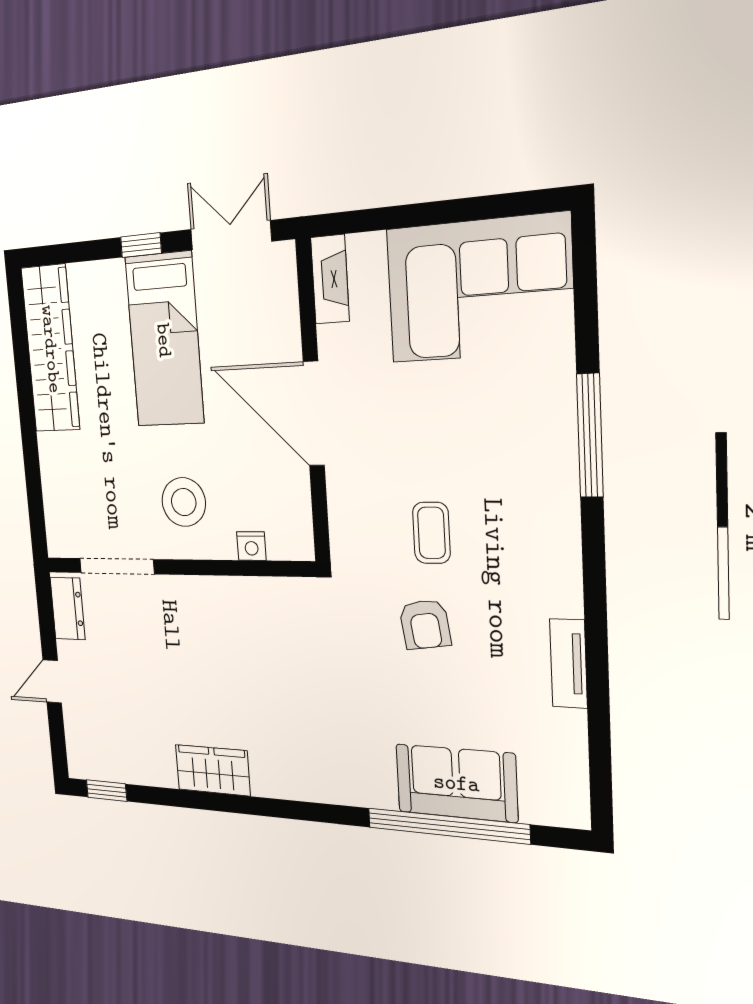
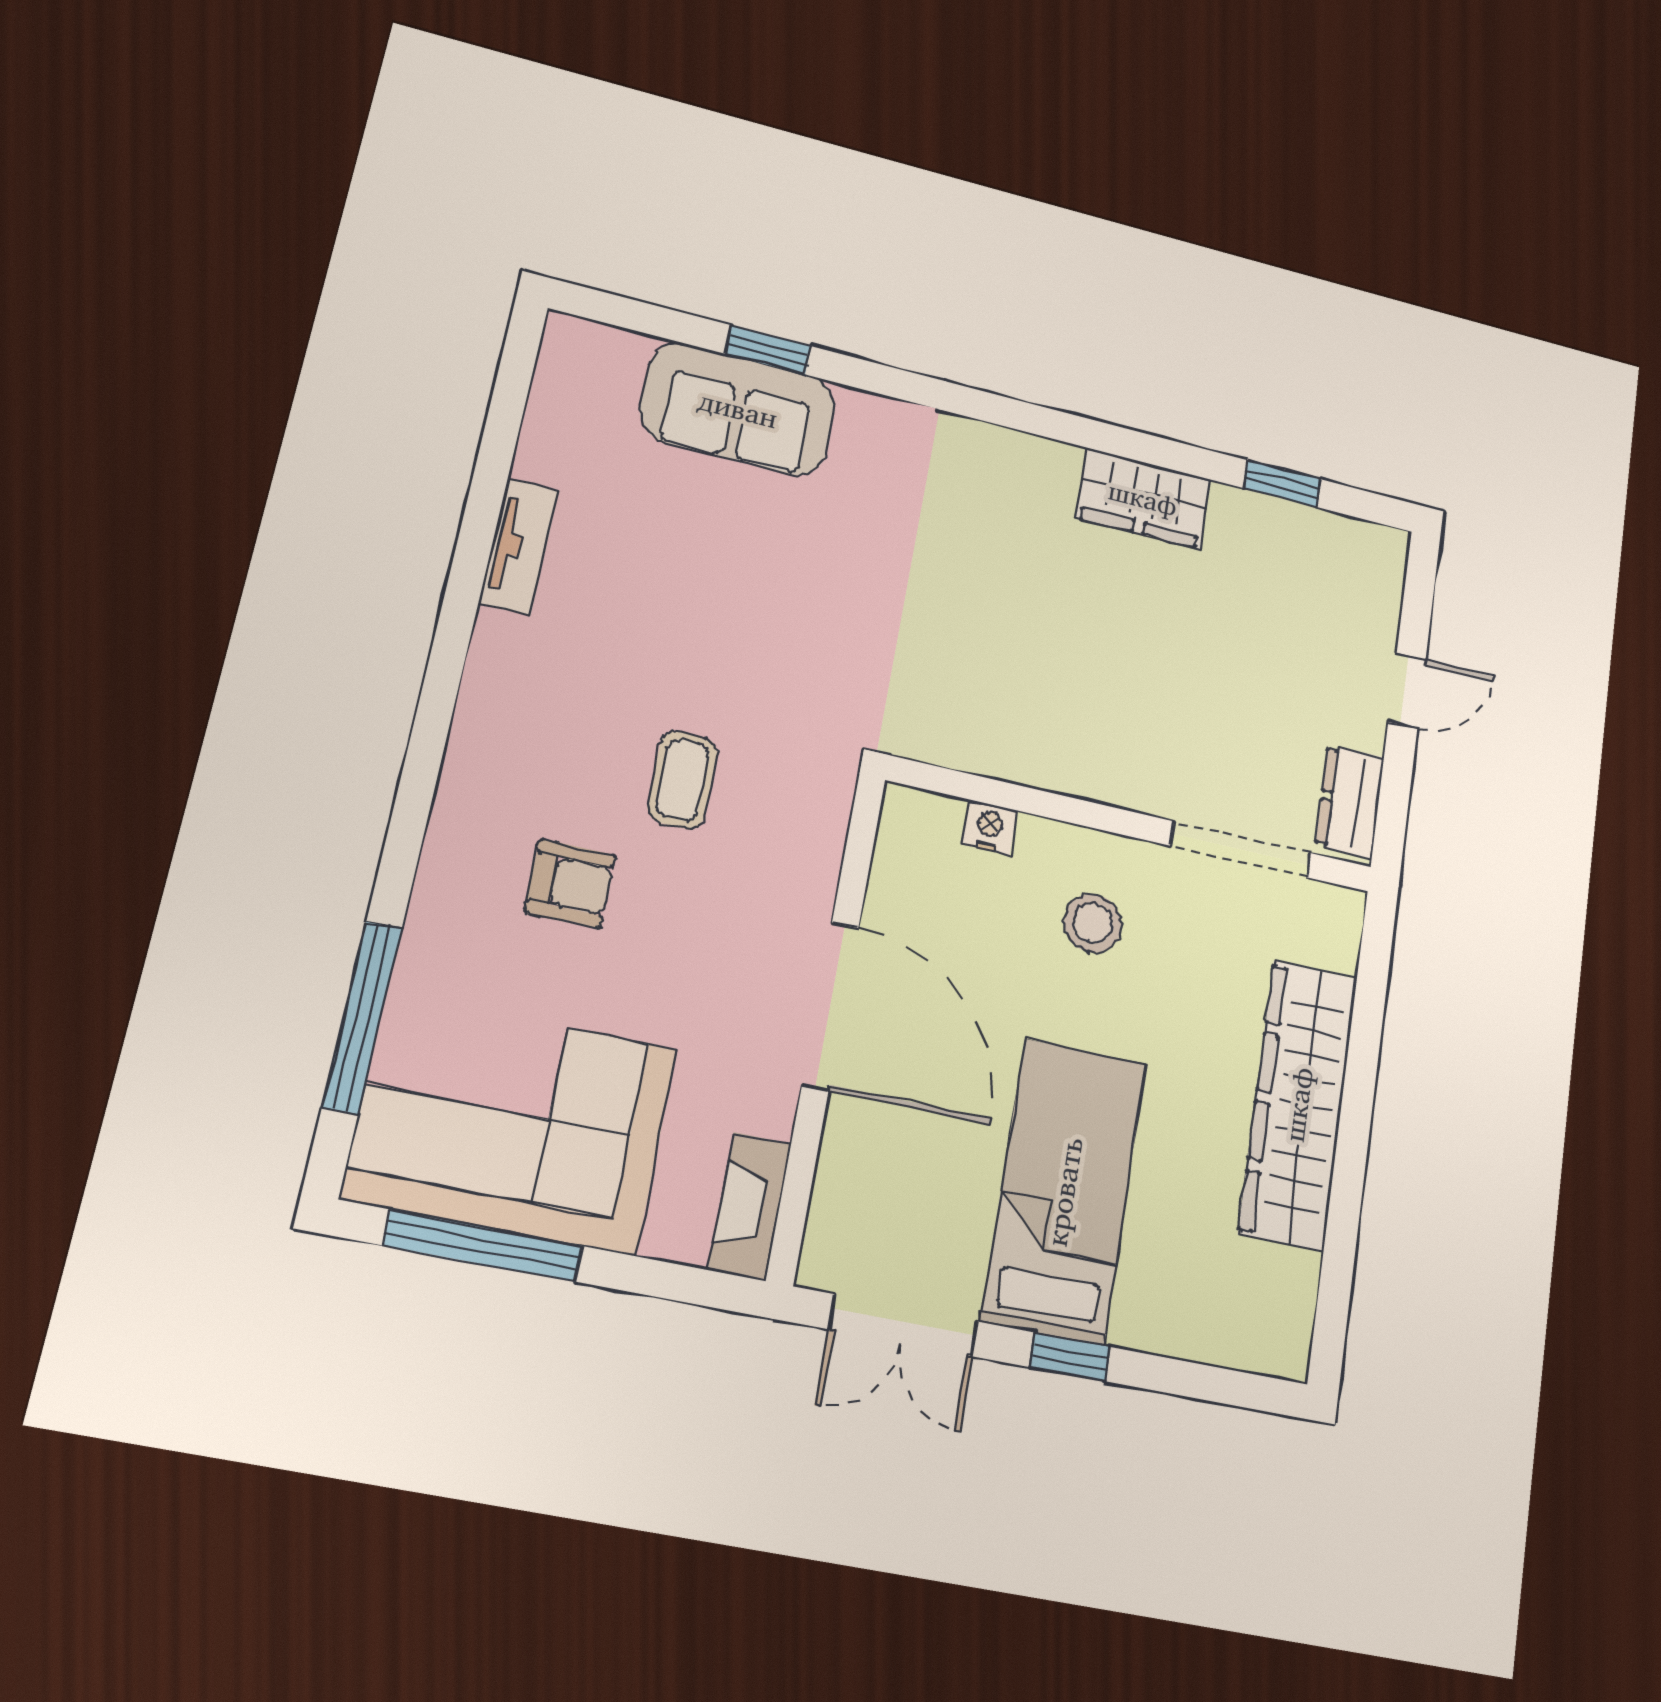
window: (476, 208) -> (483, 1246), added
wardrobe: (51, 349) -> (1298, 1104), moved
window: (590, 436) -> (362, 1017), moved
stool: (184, 502) -> (1093, 923), width x0.73, depth x0.73
armchair: (425, 624) -> (570, 884), moved, turned 98
window: (107, 791) -> (1282, 484), moved
window: (448, 826) -> (768, 350), width x0.32

